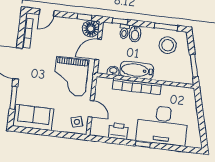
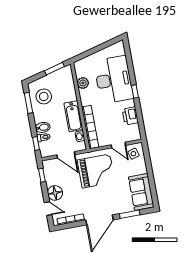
floor lamp: (91, 29) -> (55, 193), moved
bookcase: (137, 87) -> (90, 127), moved
plant: (169, 91) -> (83, 83), added
door: (91, 109) -> (118, 145), swing flipped

